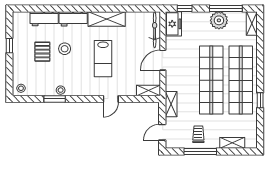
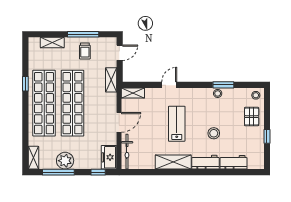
pallet: (42, 52) -> (252, 117), moved

